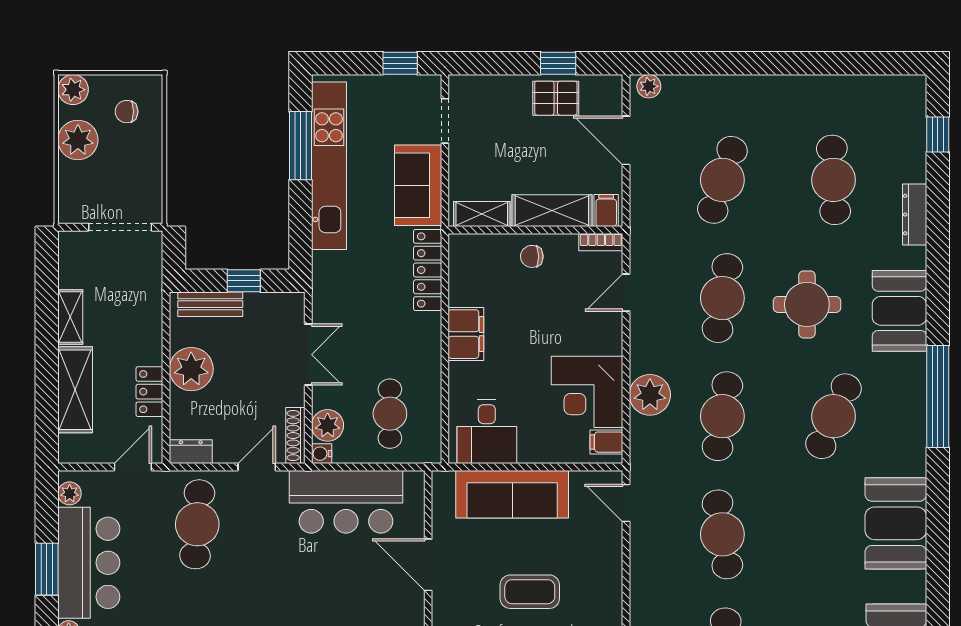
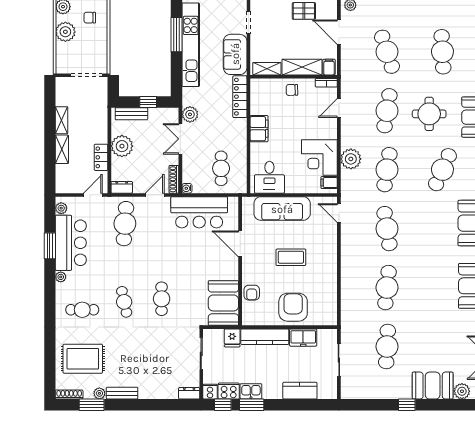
cafe table: (722, 180) -> (387, 52), turned -36
double door: (308, 355) -> (180, 139), swing flipped
shelving: (75, 390) -> (62, 149), width x0.67, depth x0.75
plant: (328, 425) -> (190, 114), moved

